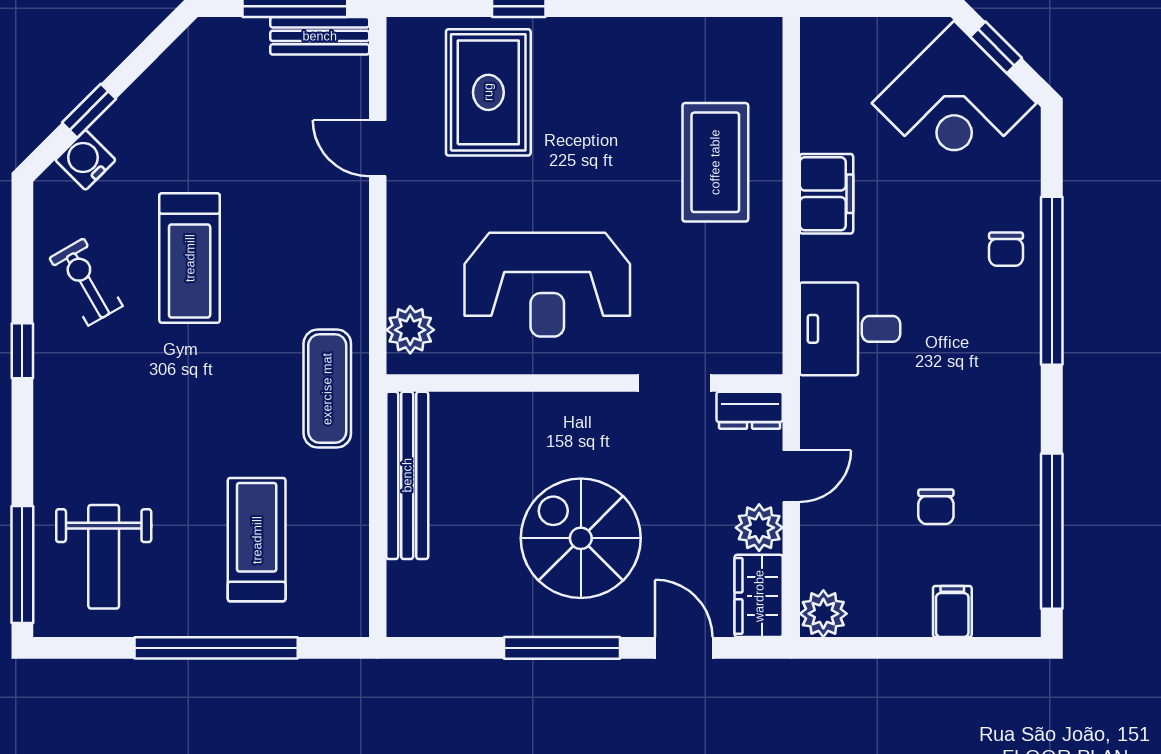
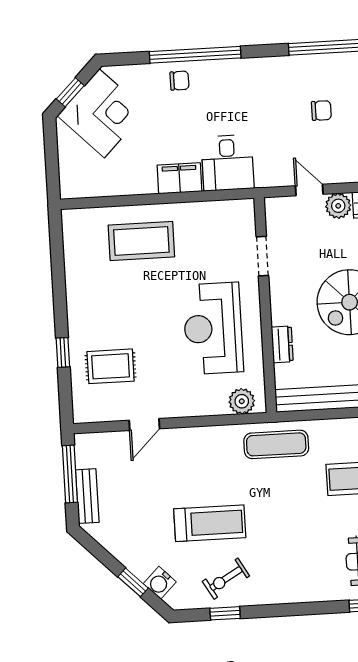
bench: (320, 36) -> (87, 496), moved
rug: (488, 92) -> (111, 366), width x0.73, depth x0.70
filing cabinet: (826, 194) -> (180, 178), moved
reception desk: (547, 285) -> (213, 328), turned 180
window: (22, 351) -> (225, 613), moved
dresser: (750, 410) -> (282, 344), moved

